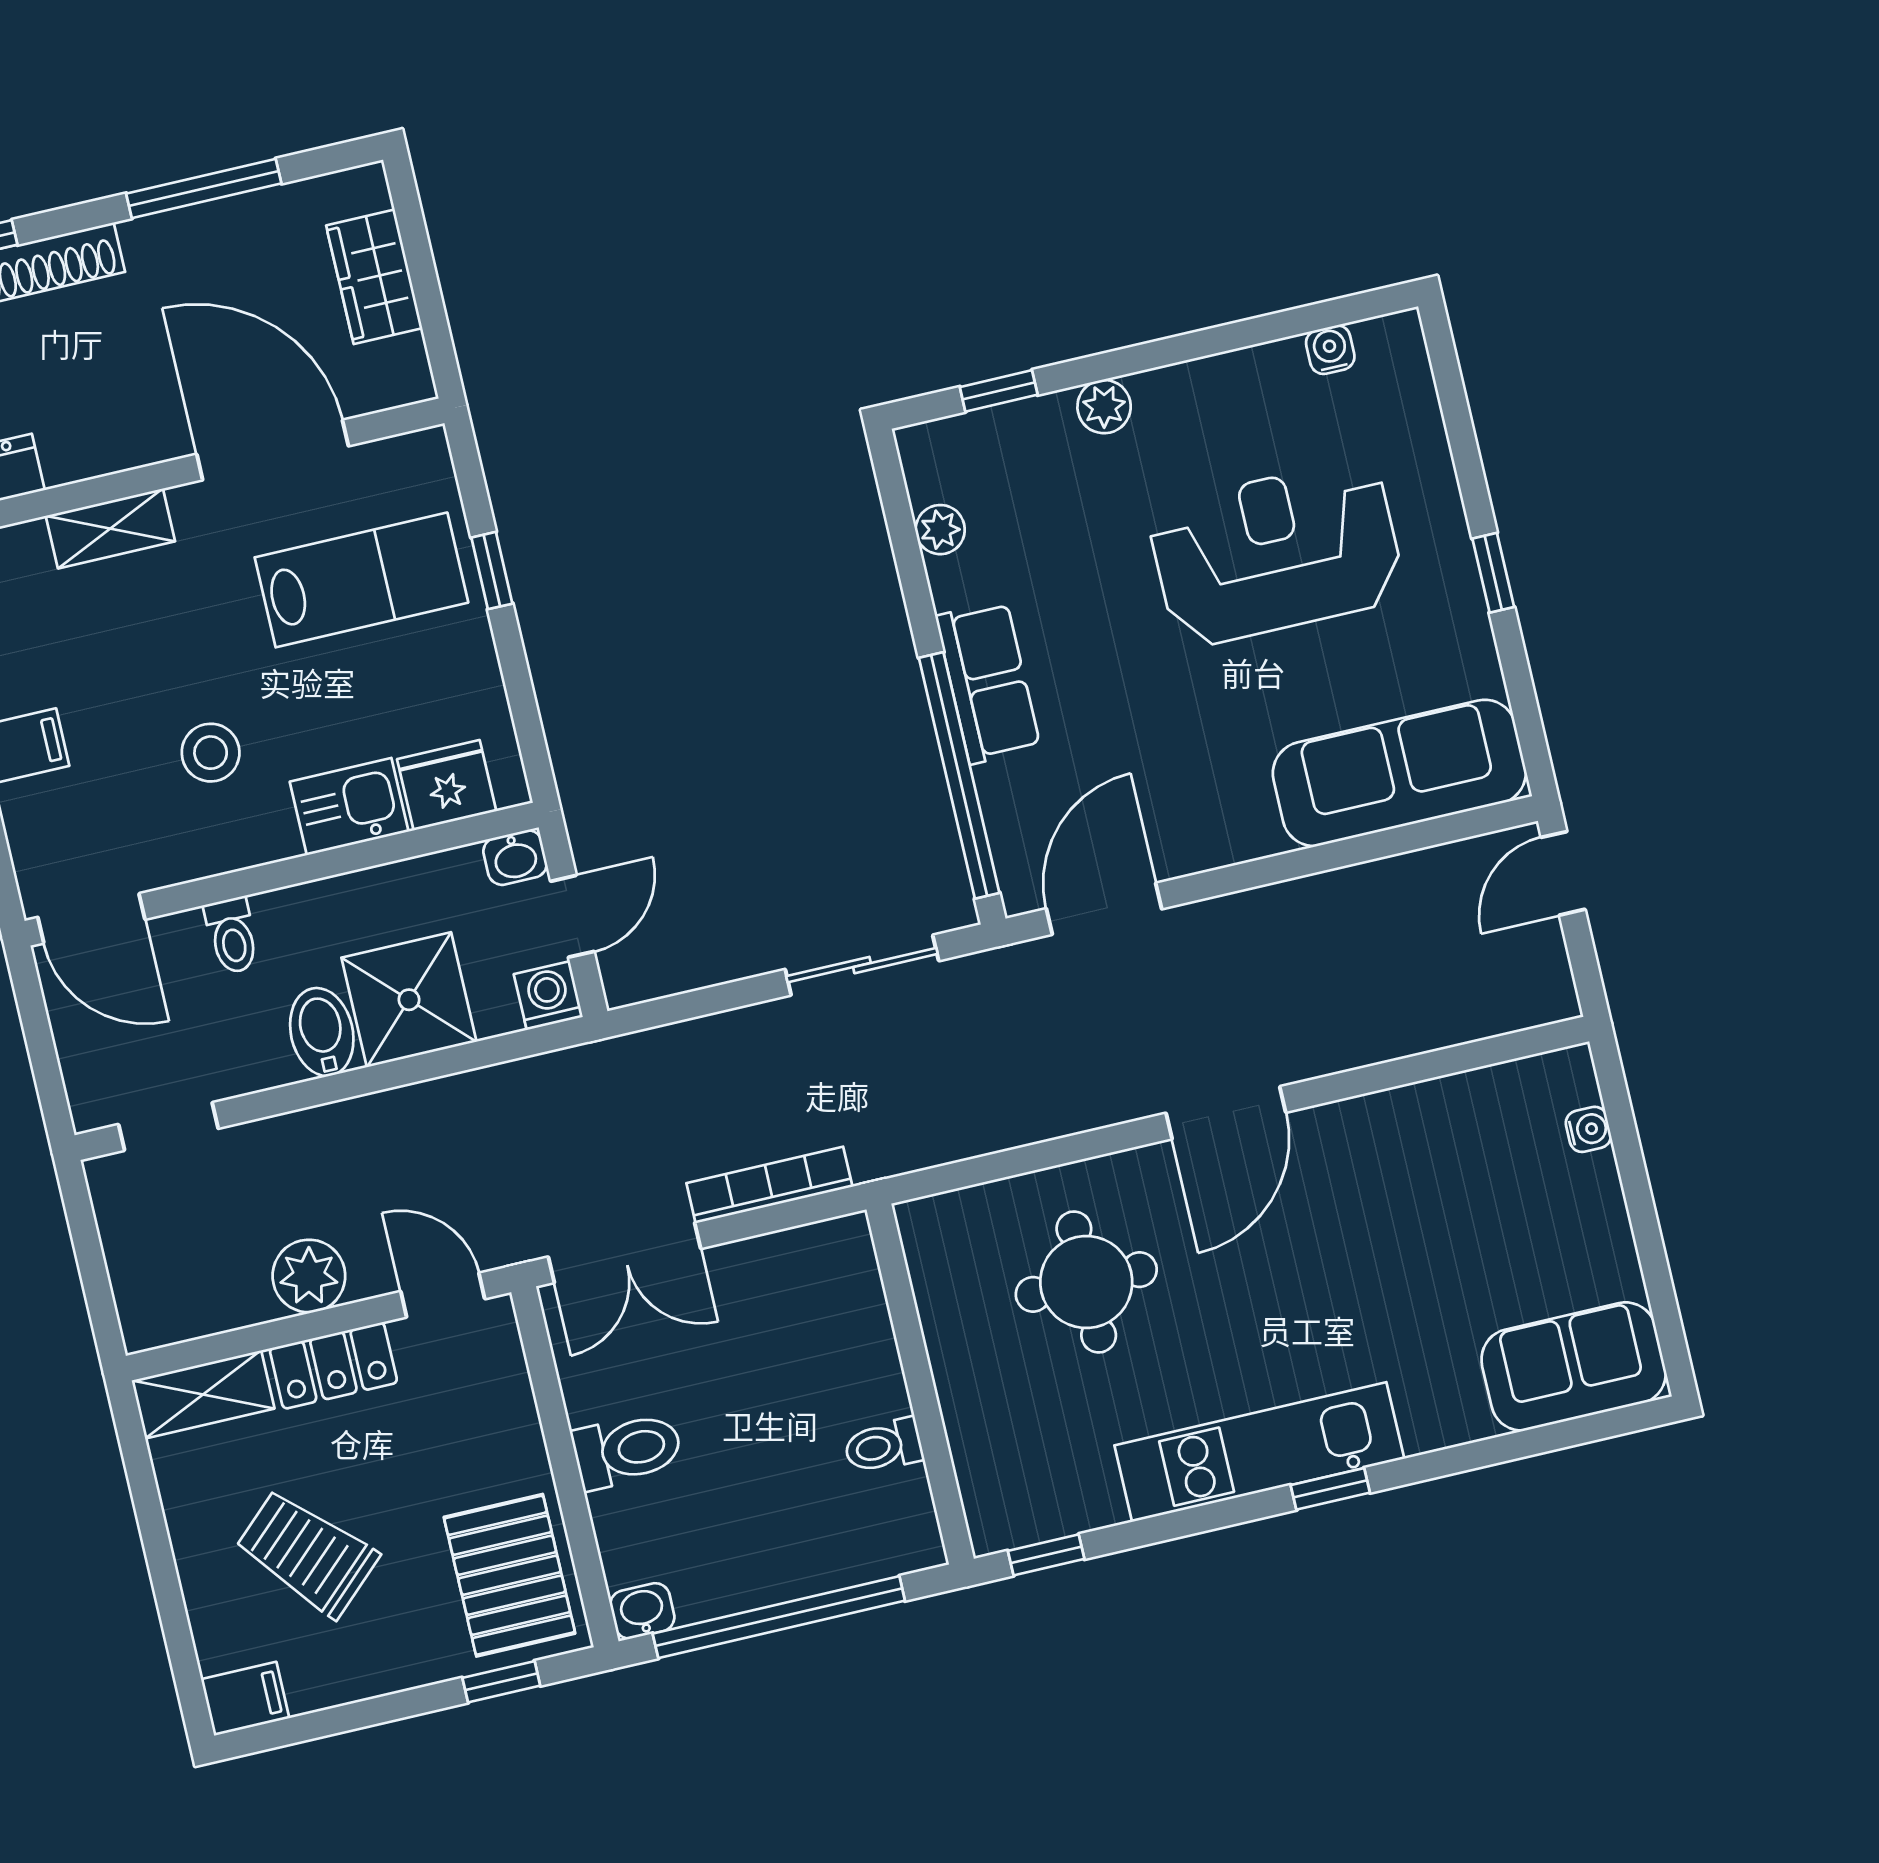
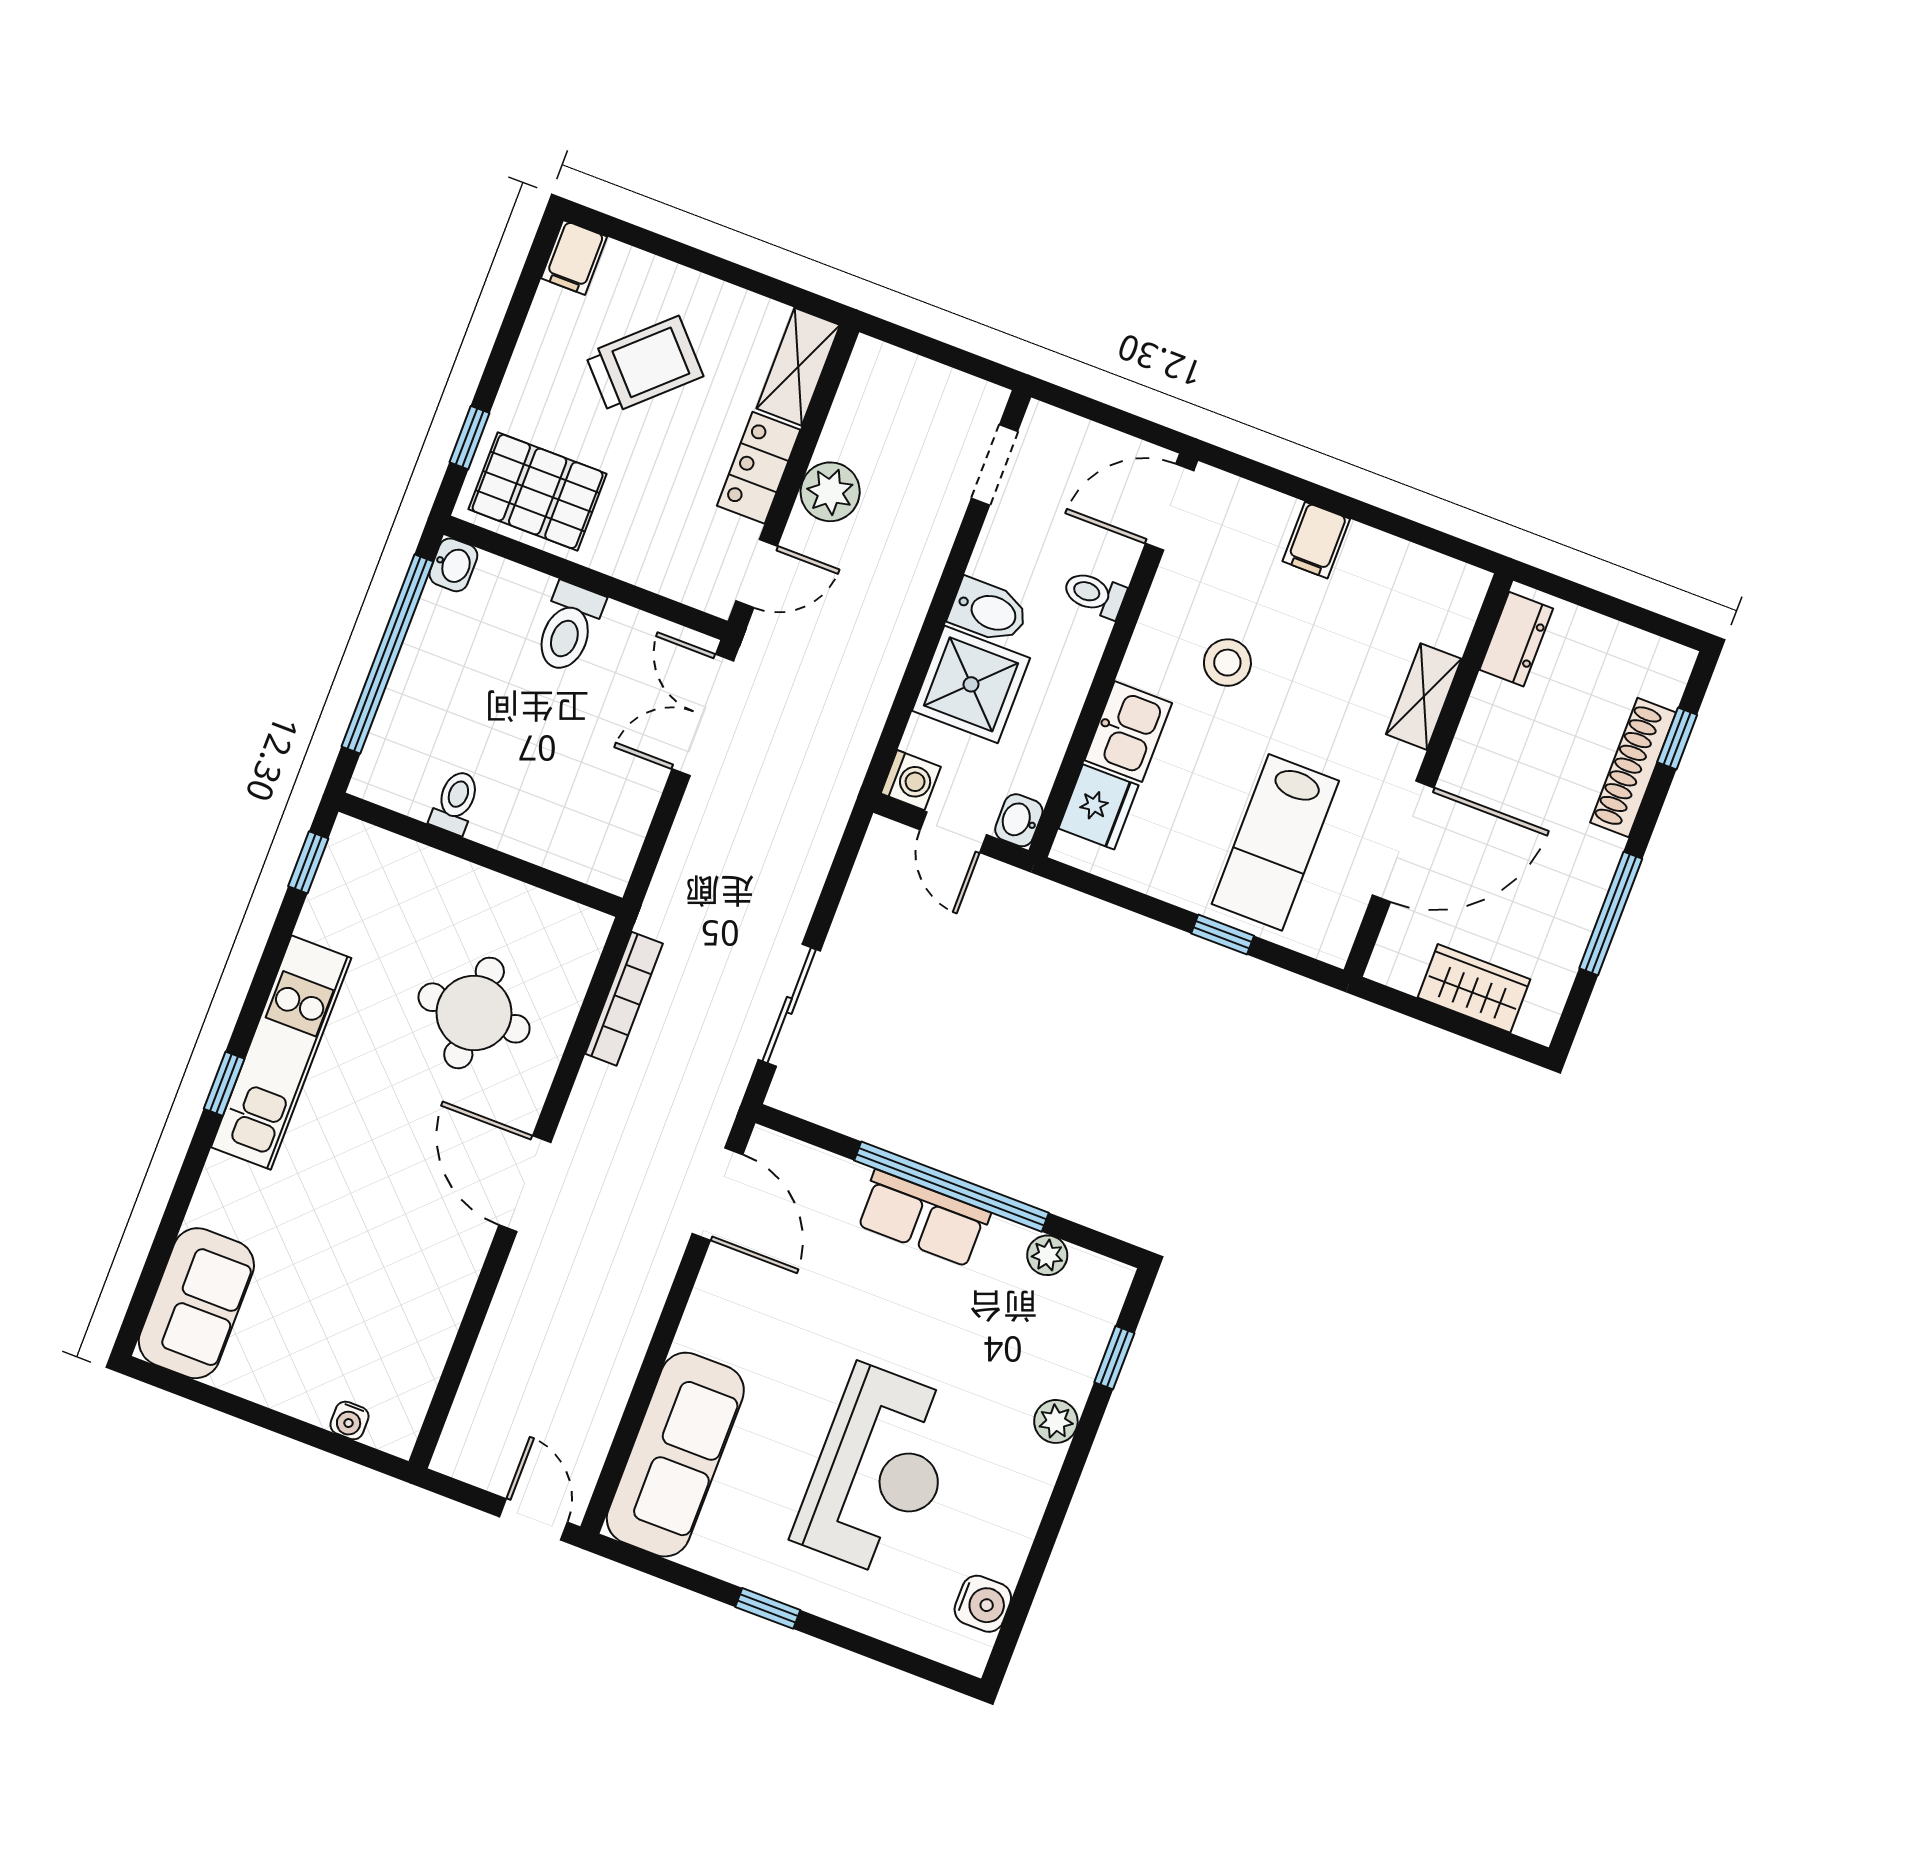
water cooler: (1330, 350) -> (983, 1604), width x1.38, depth x1.38
window: (959, 775) -> (951, 1187), moved
bookcase: (769, 1185) -> (624, 999), moved

